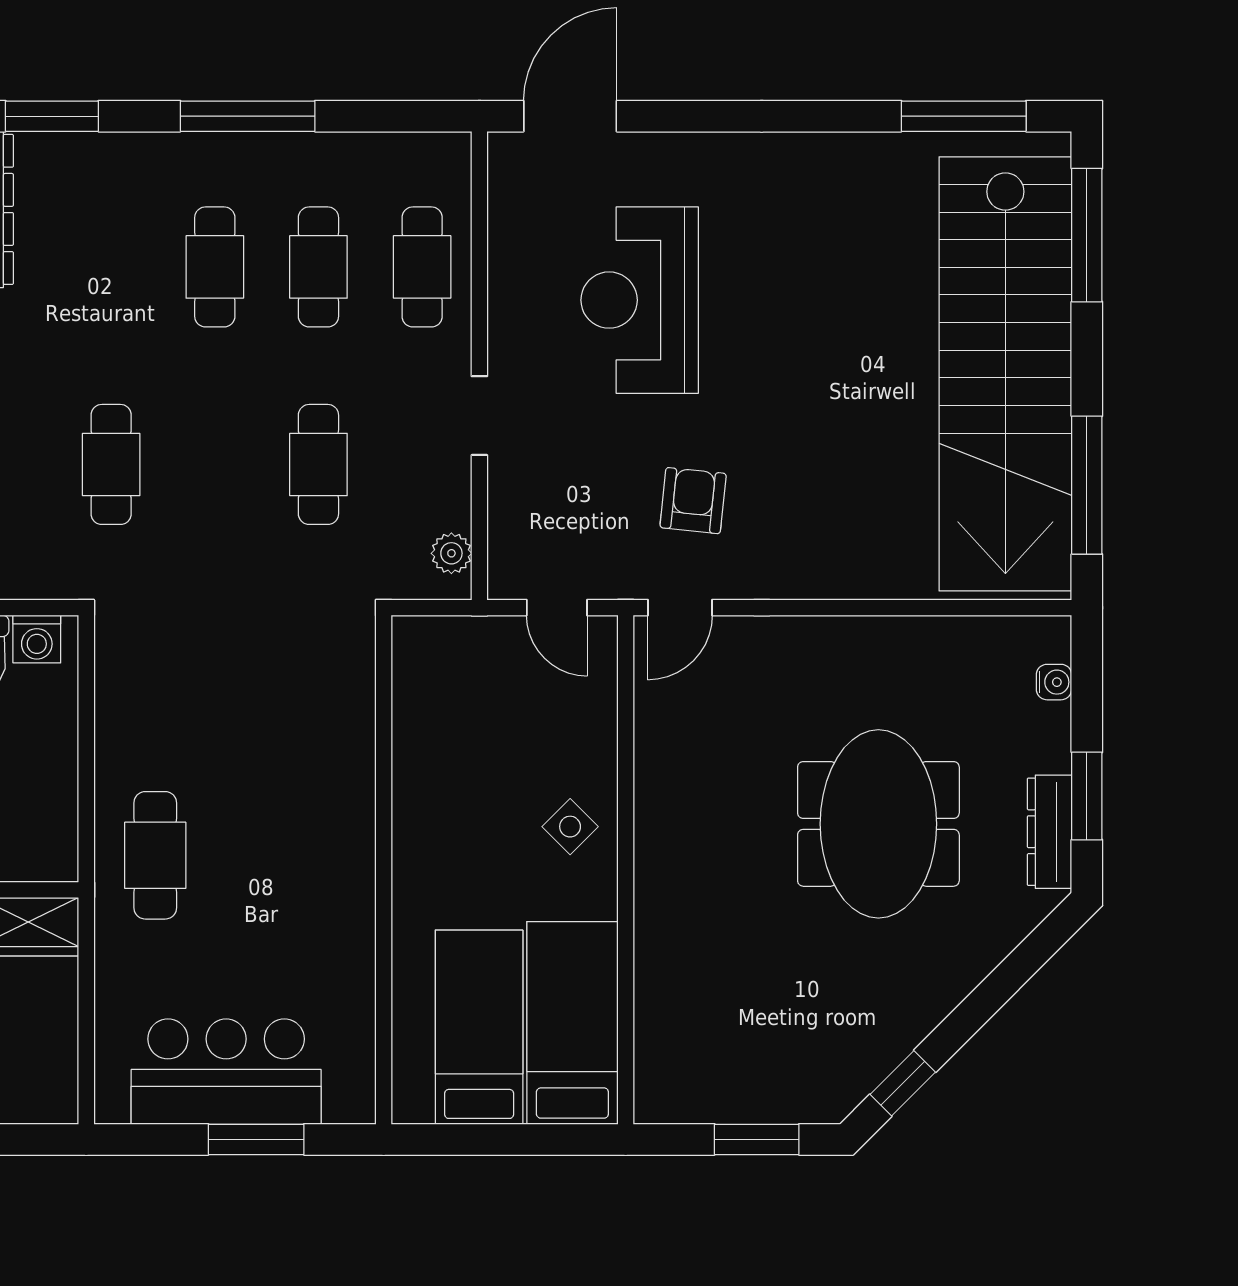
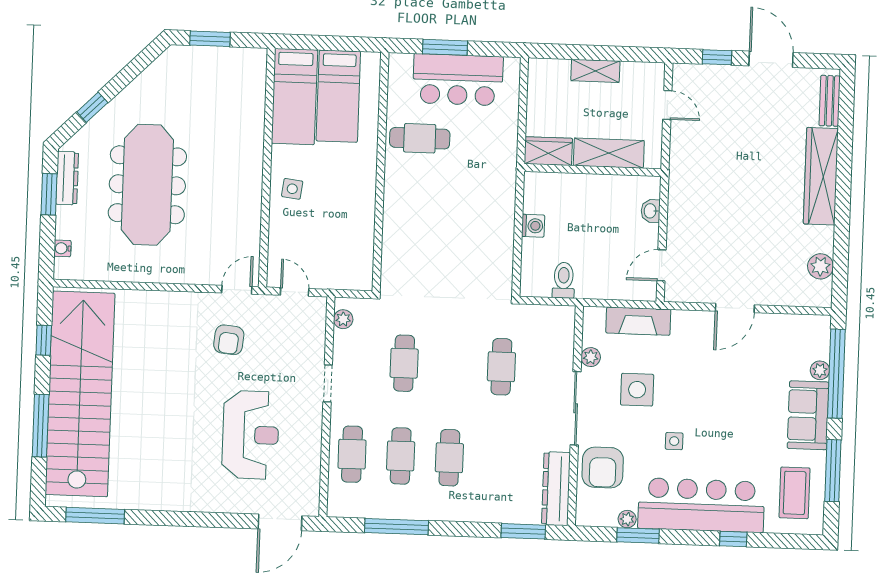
window: (248, 116) -> (397, 527), moved
window: (1087, 235) -> (41, 426), moved
window: (1087, 485) -> (44, 340), width x0.46
washing machine: (37, 639) -> (533, 226), moved, turned 90
meeting table: (878, 824) -> (147, 185), width x1.36
side table: (570, 827) -> (292, 189), turned -38
cafe table: (155, 855) -> (420, 138), moved, turned 90
window: (903, 1083) -> (92, 107), moved

